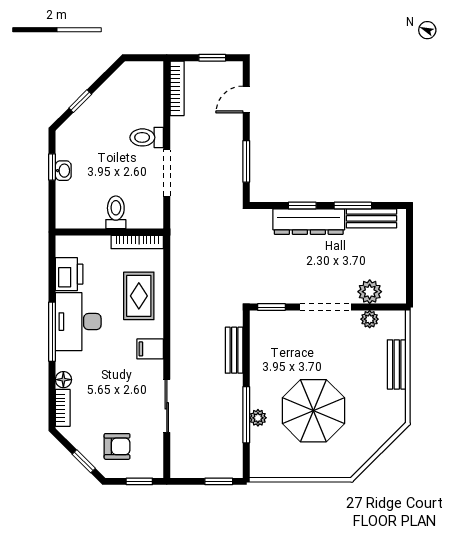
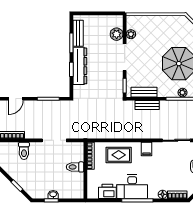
door: (246, 100) -> (16, 99), hinge flipped
toilet: (147, 137) -> (24, 151), moved
bench: (397, 364) -> (144, 92), moved

